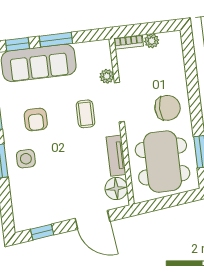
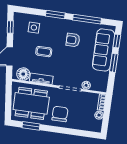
chair: (167, 108) -> (60, 114), turned 180
coffee table: (86, 114) -> (44, 52), moved
side table: (26, 159) -> (34, 28), moved

